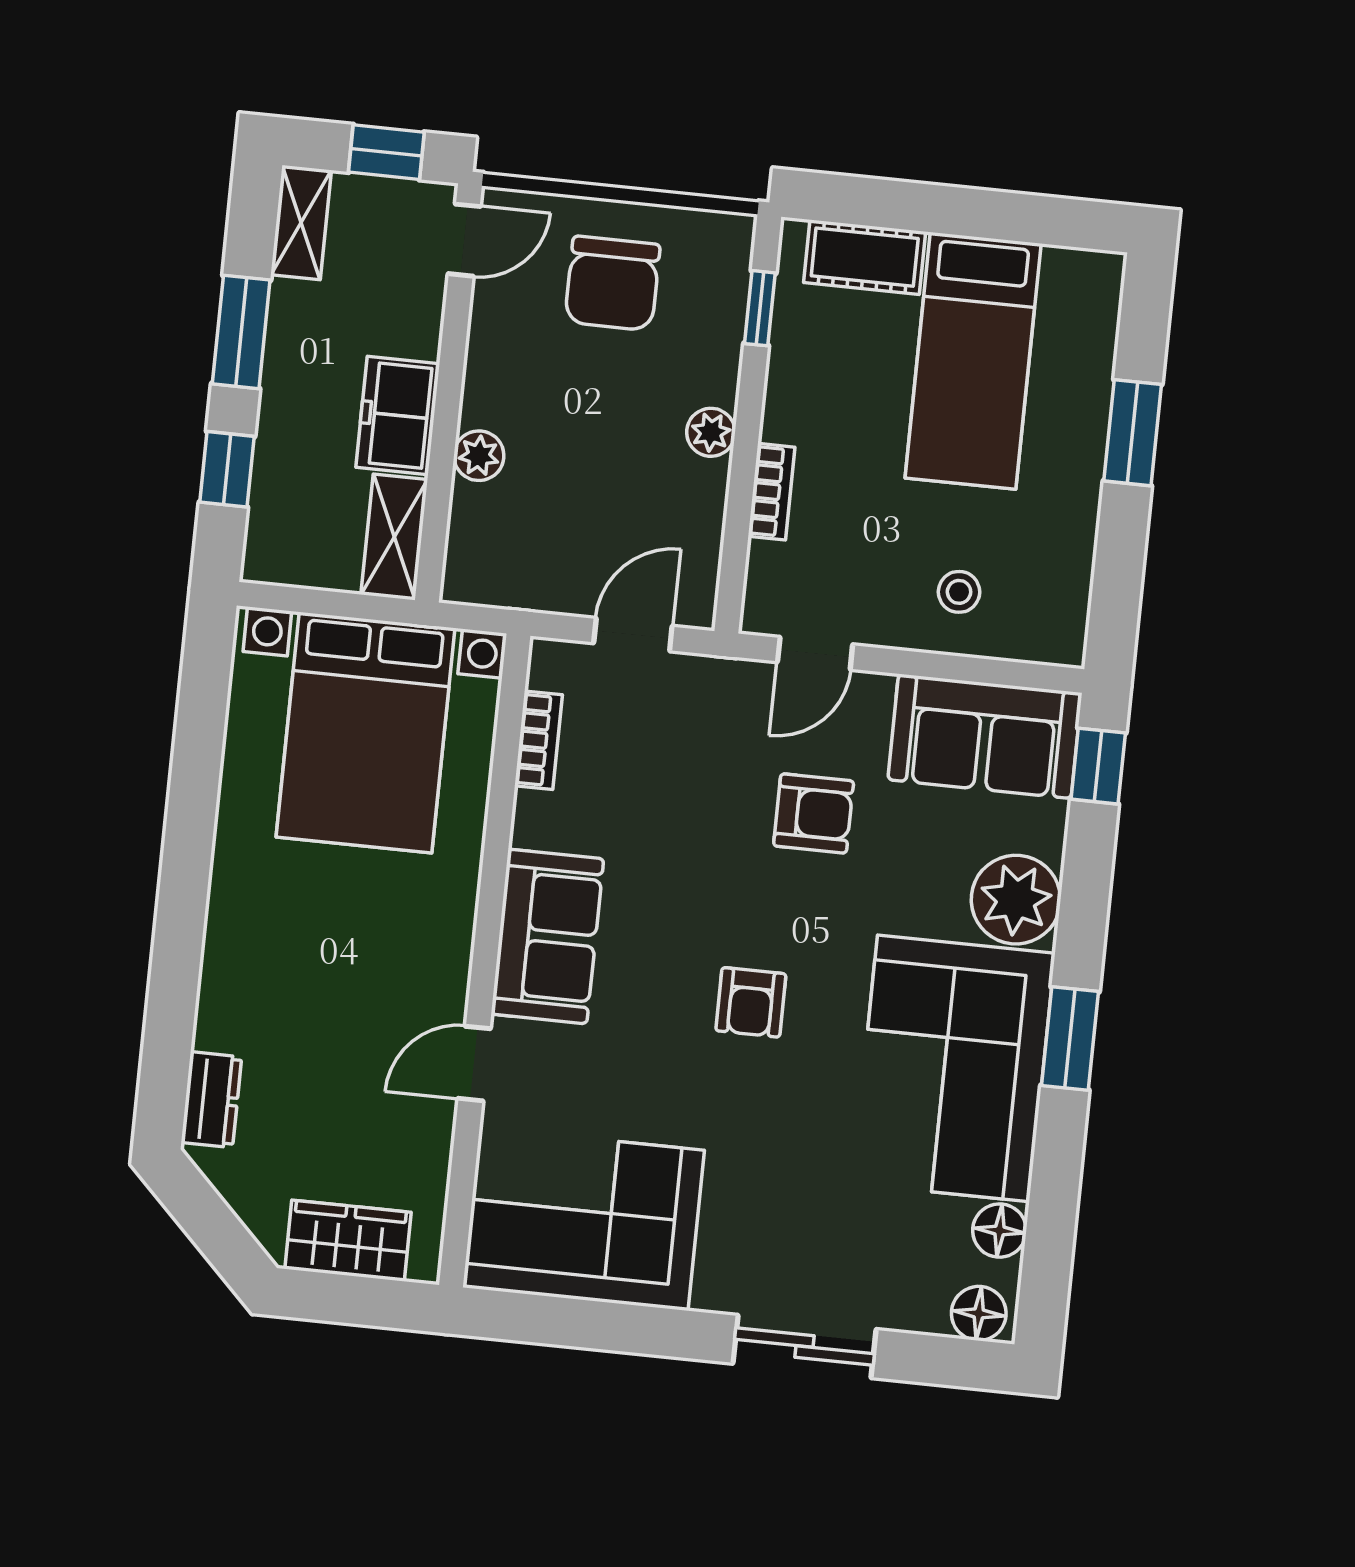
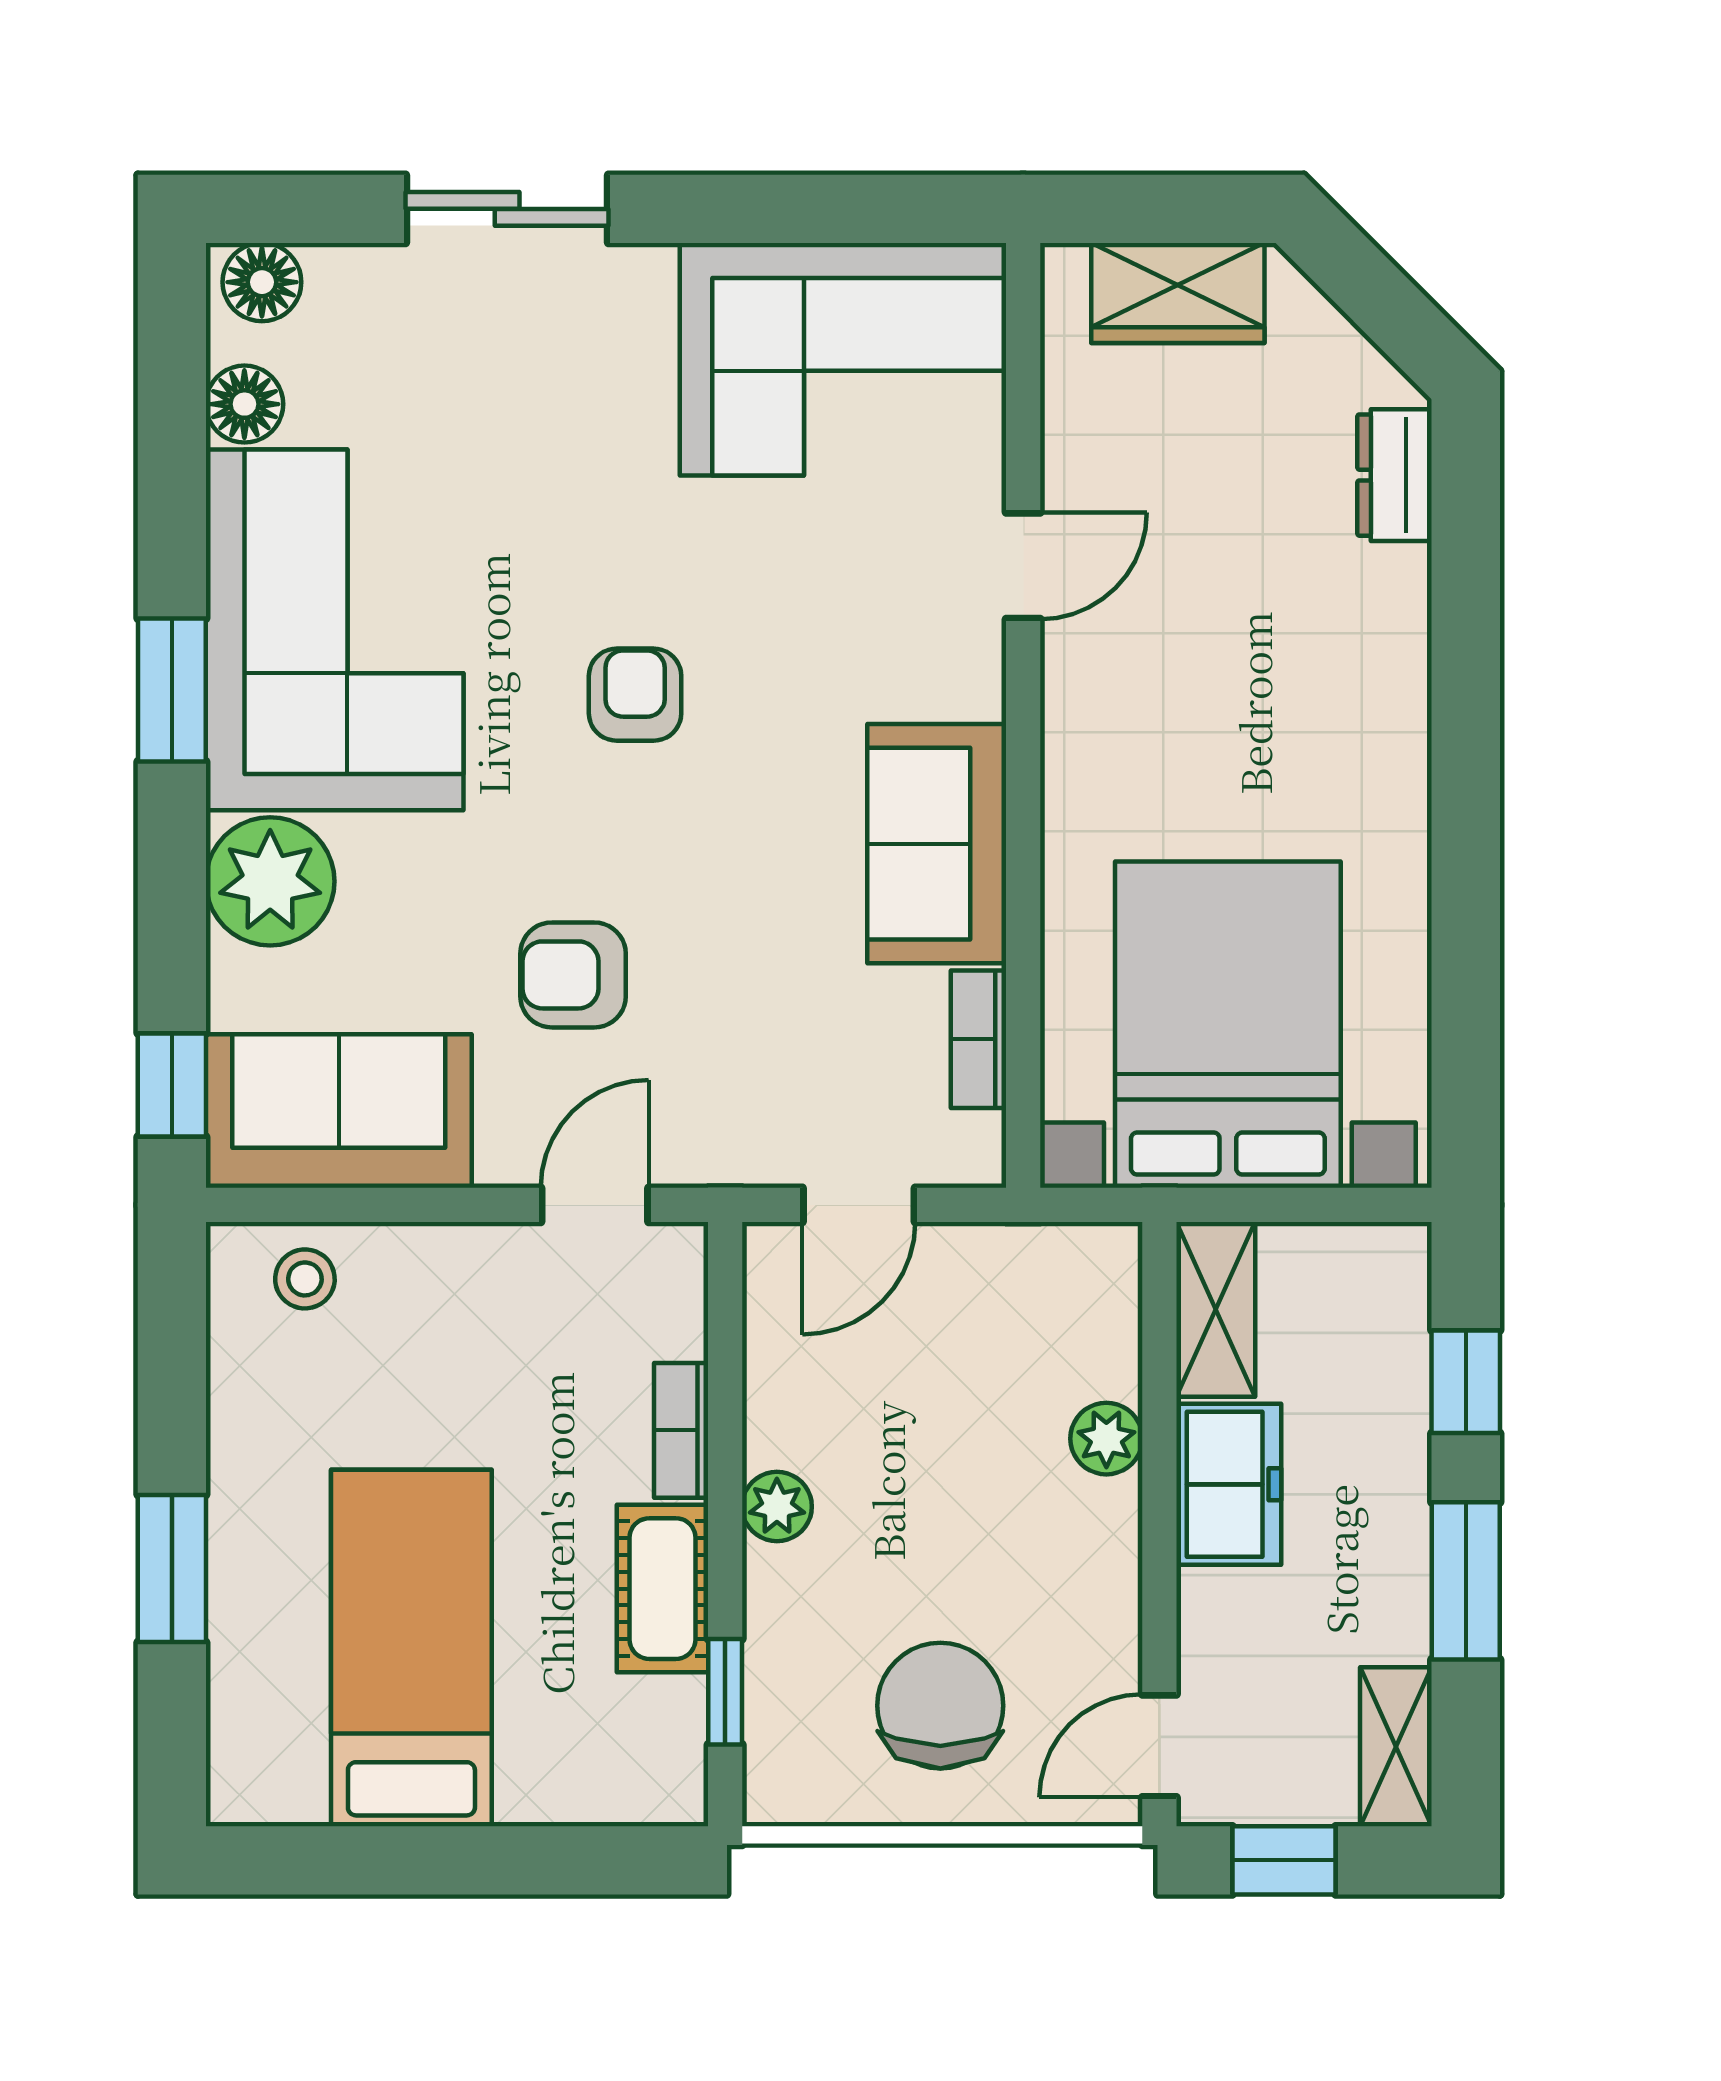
cot: (865, 257) -> (663, 1589), moved, turned 90
stool: (959, 592) -> (305, 1279), moved
sofa: (547, 936) -> (937, 844), moved

